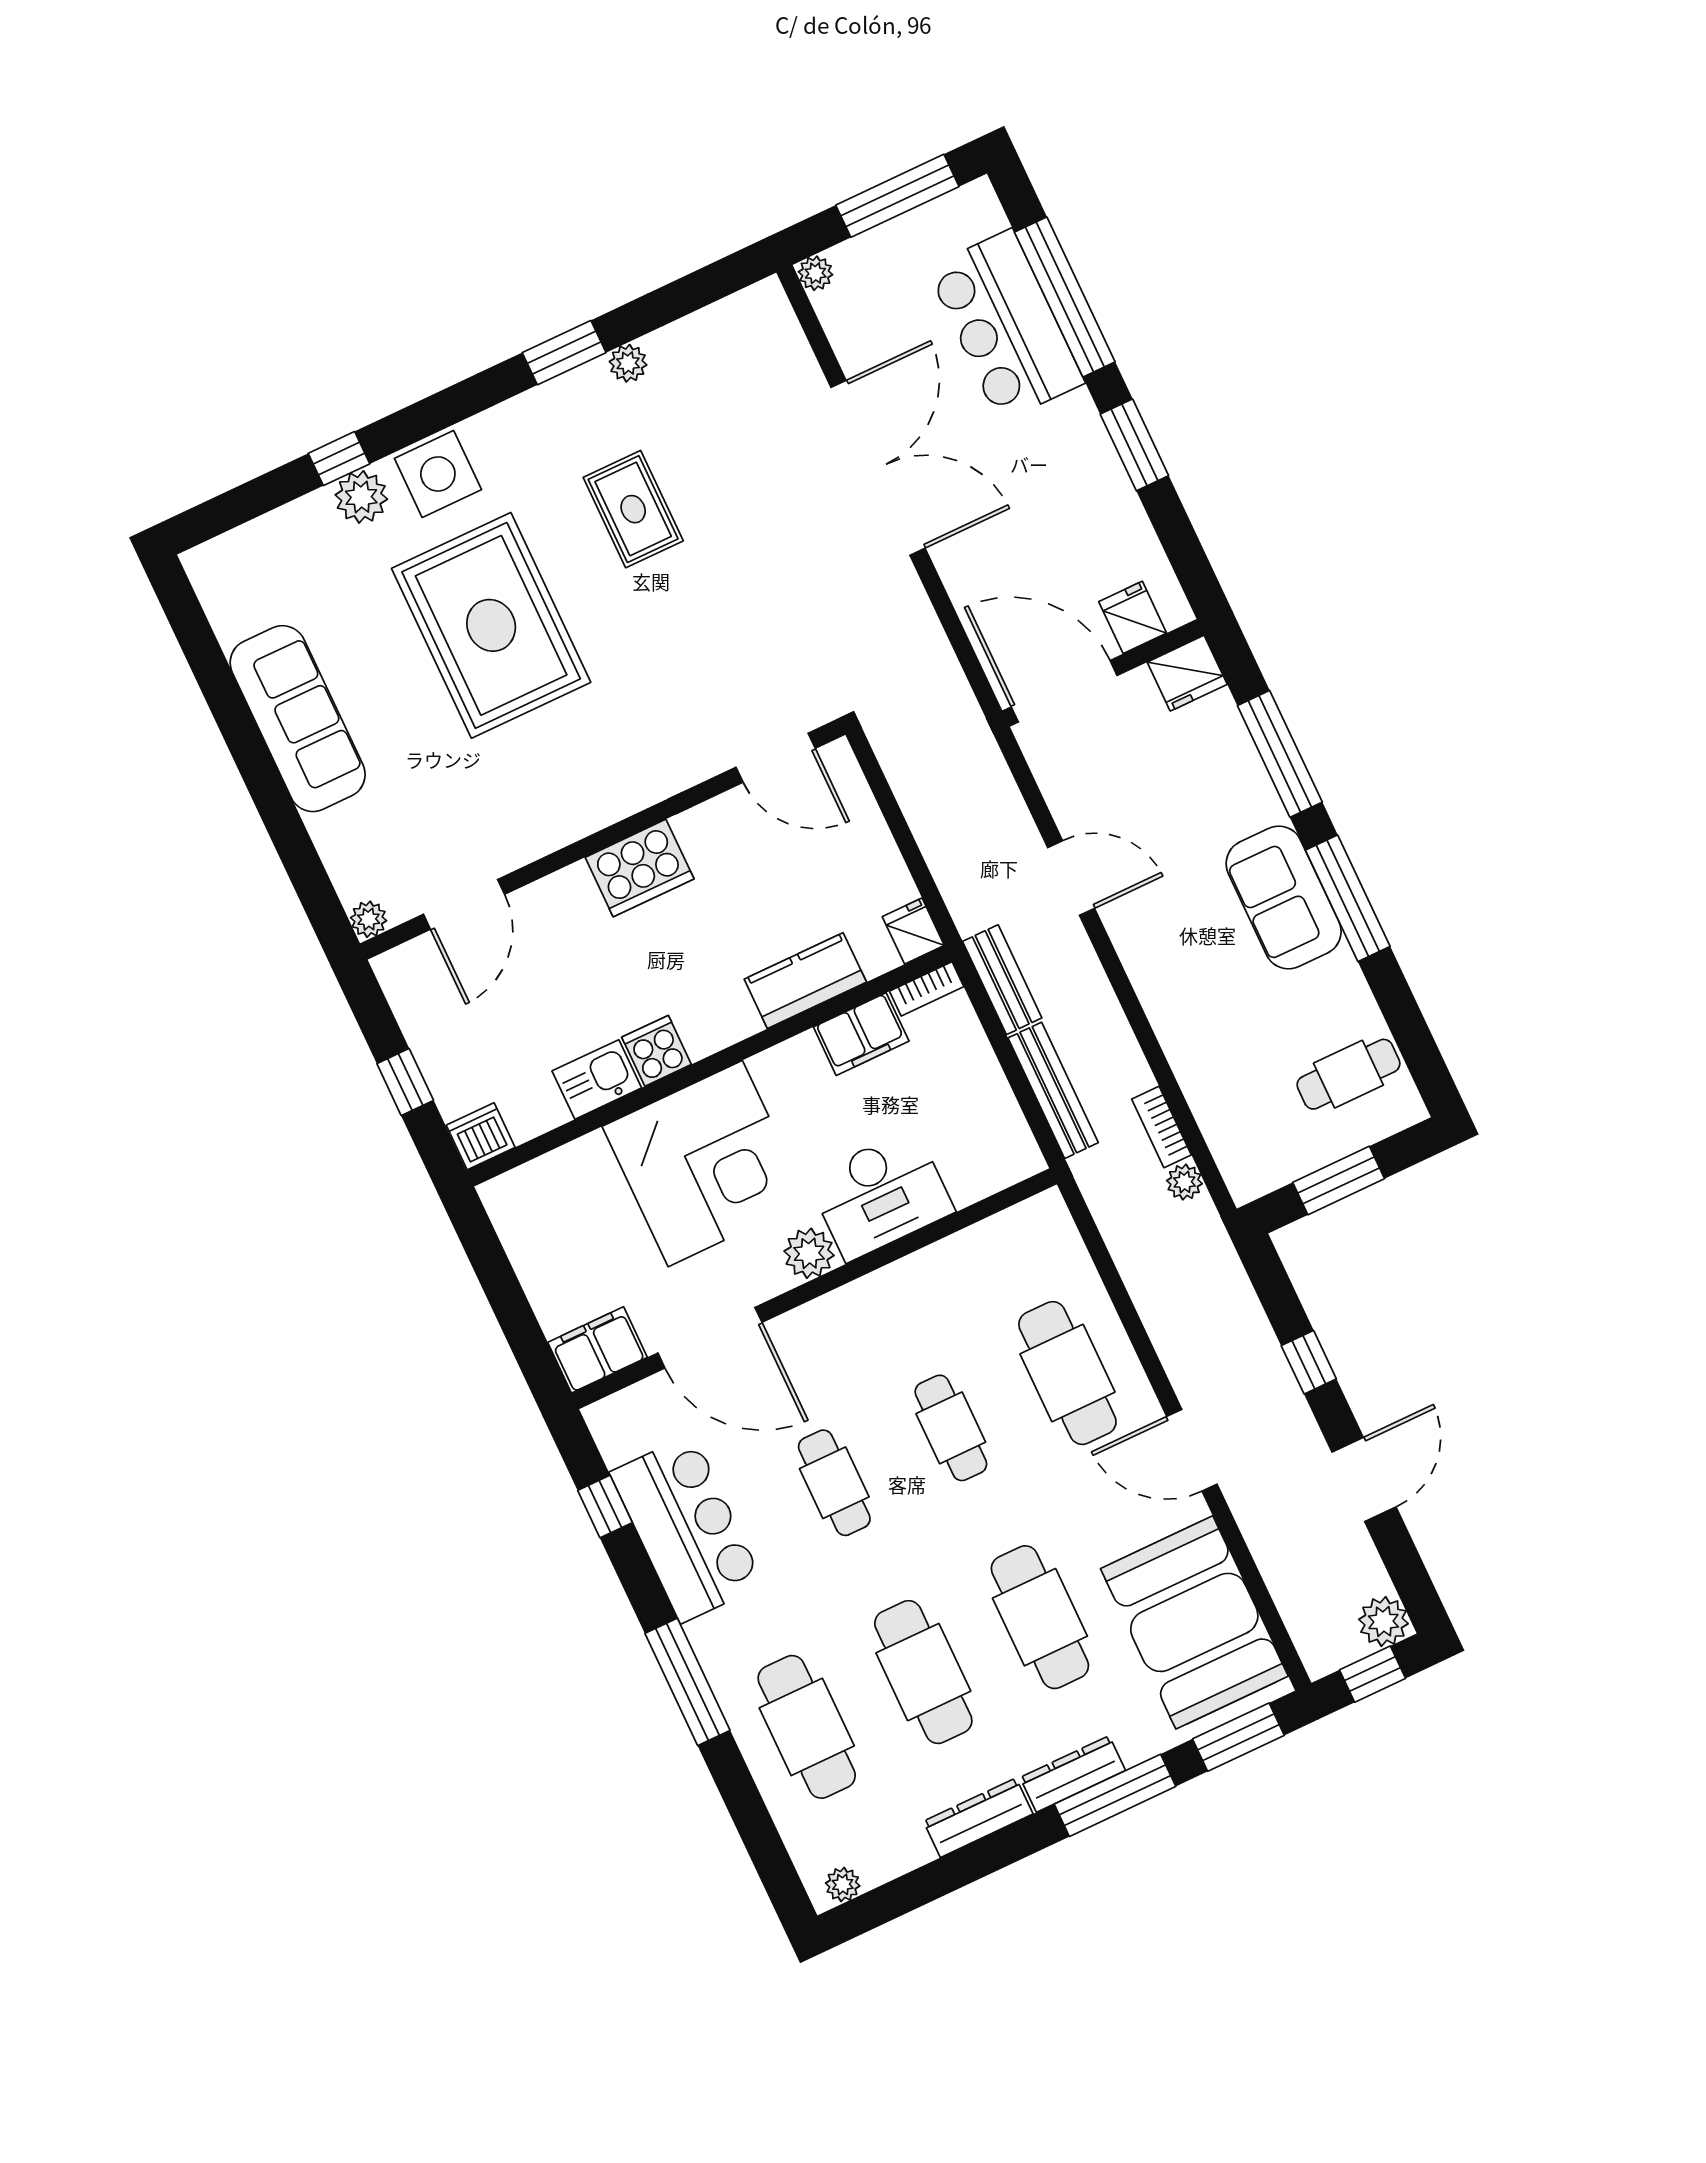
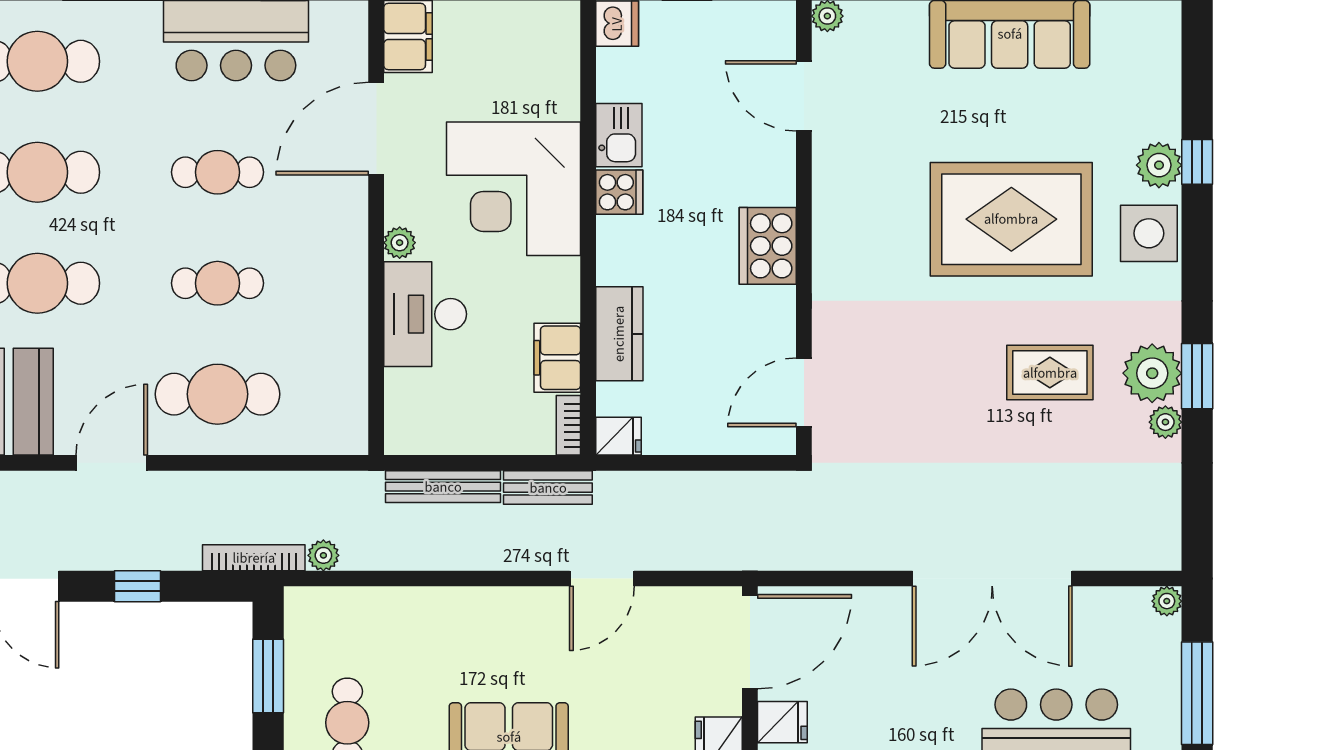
plant: (583, 401) -> (1152, 373), added
bookcase: (1162, 1127) -> (254, 558), moved, width x1.56
plant: (809, 1253) -> (400, 243), width x0.73, depth x0.73

